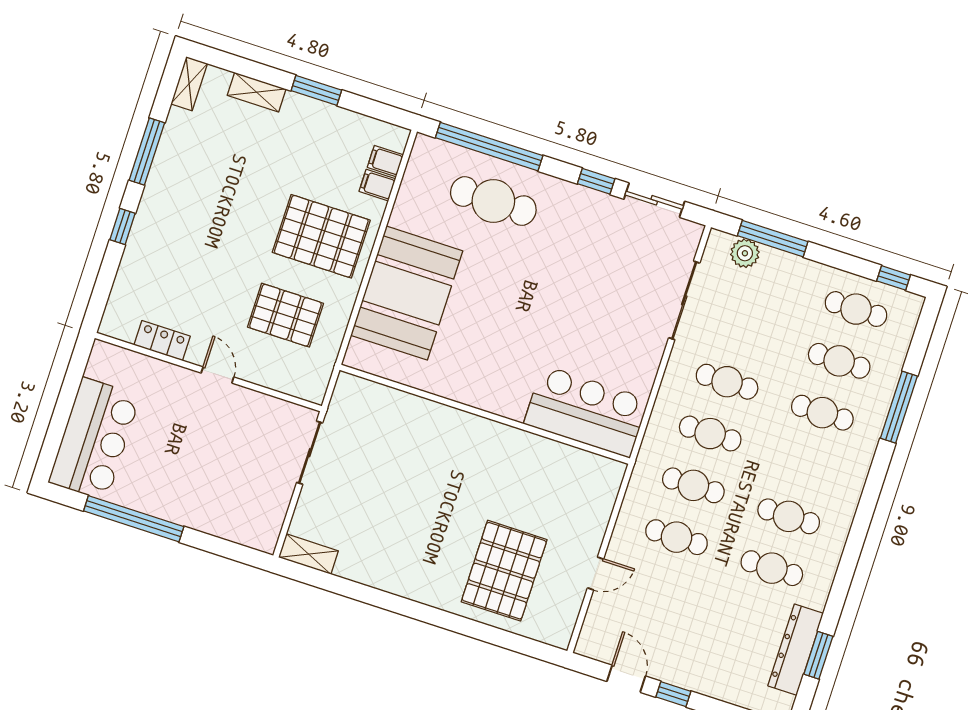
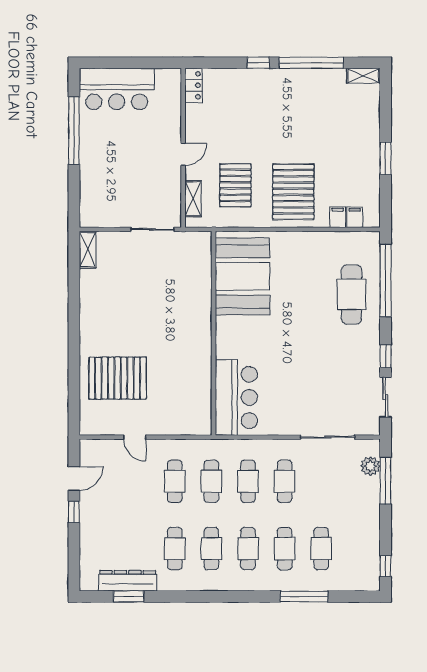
shelving: (257, 92) -> (193, 199), moved
window: (147, 152) -> (311, 63), width x1.46
booth: (407, 293) -> (242, 276), moved, turned 90
cafe table: (856, 309) -> (248, 549), moved
locker: (162, 341) -> (194, 85), moved

